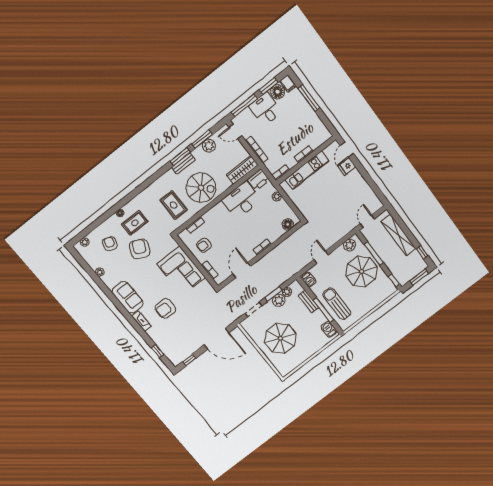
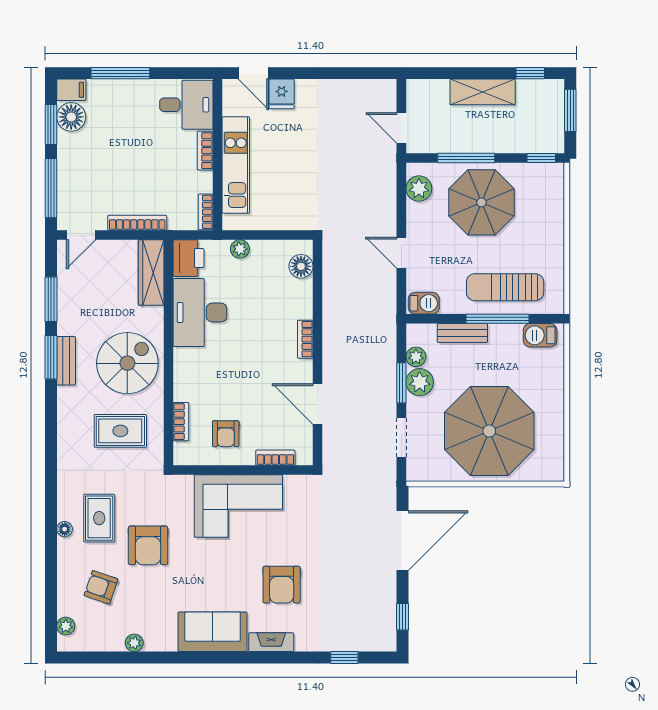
desk: (265, 109) -> (186, 105), moved, turned 180
plant: (209, 146) -> (70, 296), removed
shelving: (398, 235) -> (483, 92), width x0.68
armchair: (140, 249) -> (148, 545), turned -115
parasol: (280, 338) -> (489, 431), width x1.36, depth x1.36

